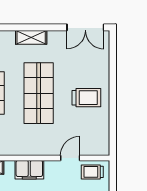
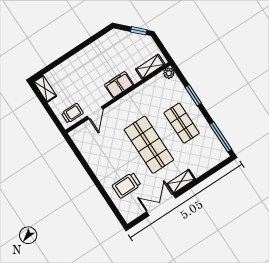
double door: (85, 27) -> (161, 205), moved
trolley: (86, 98) -> (127, 185), moved

